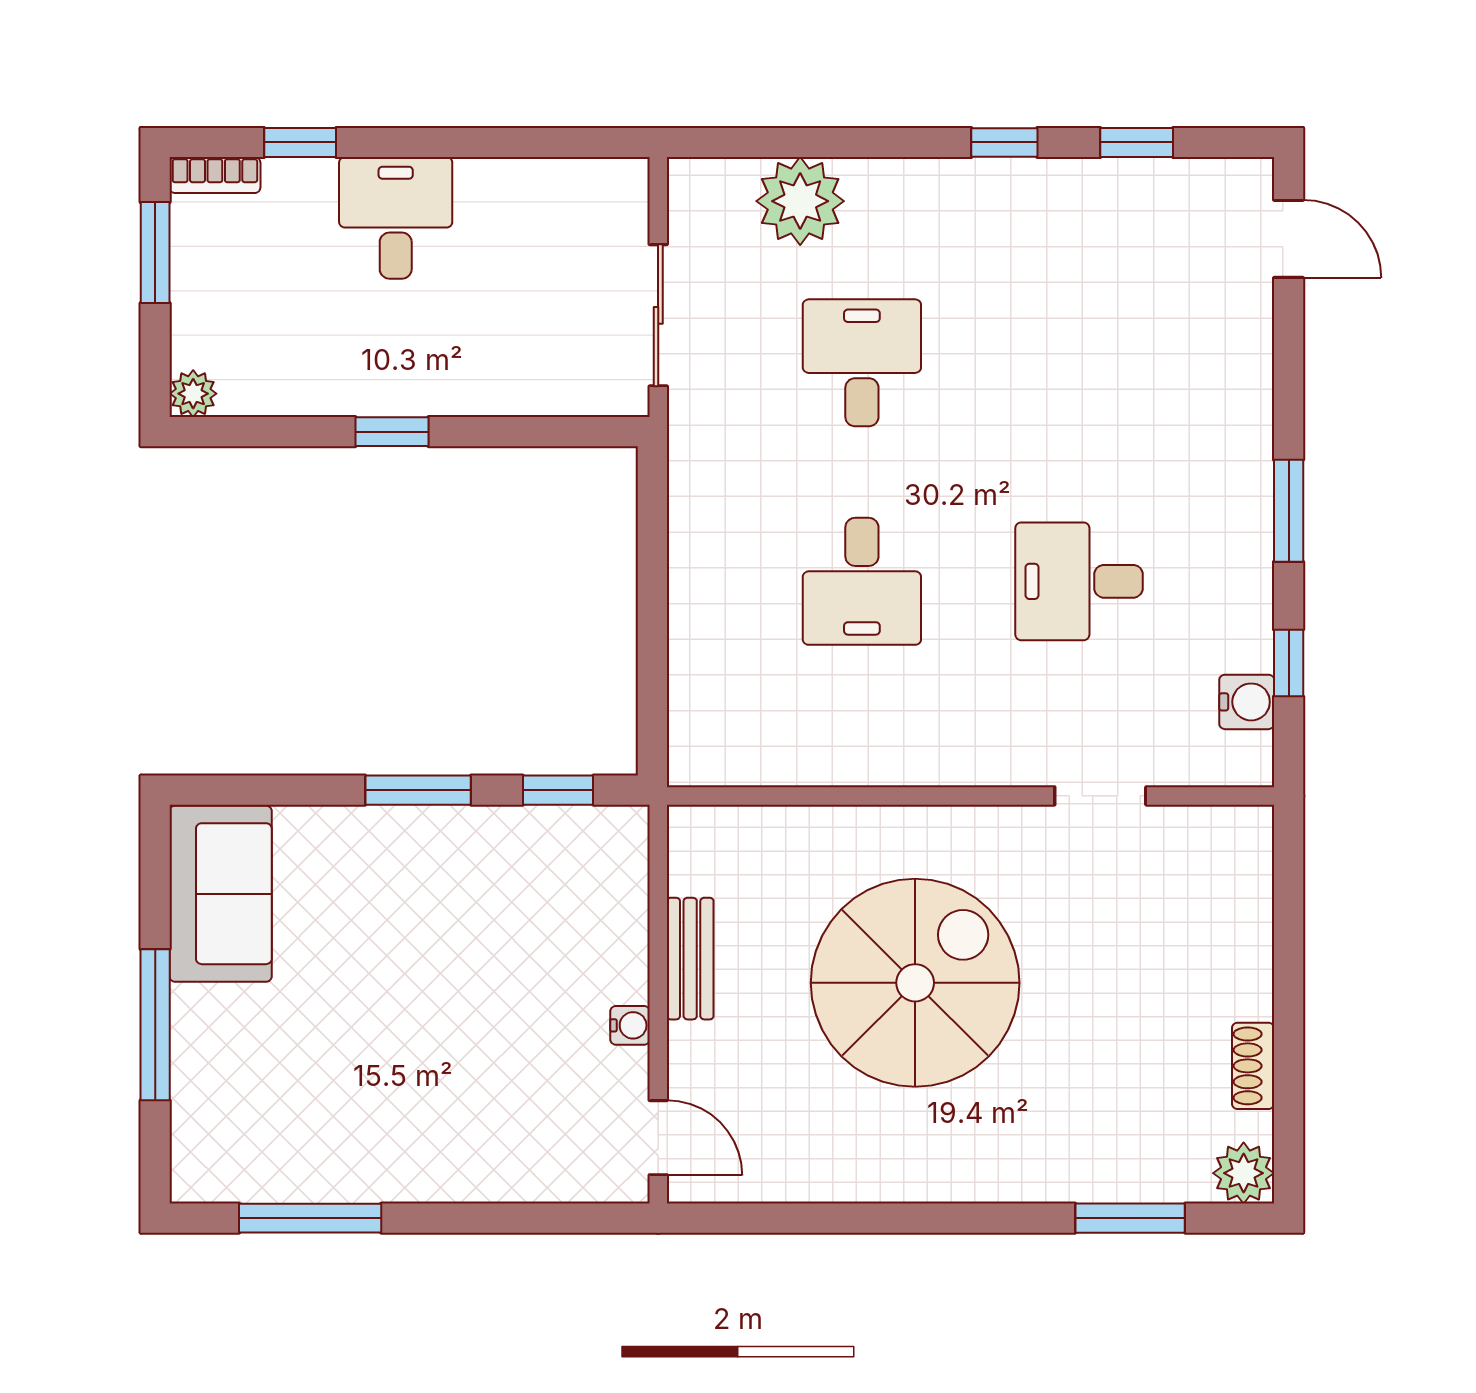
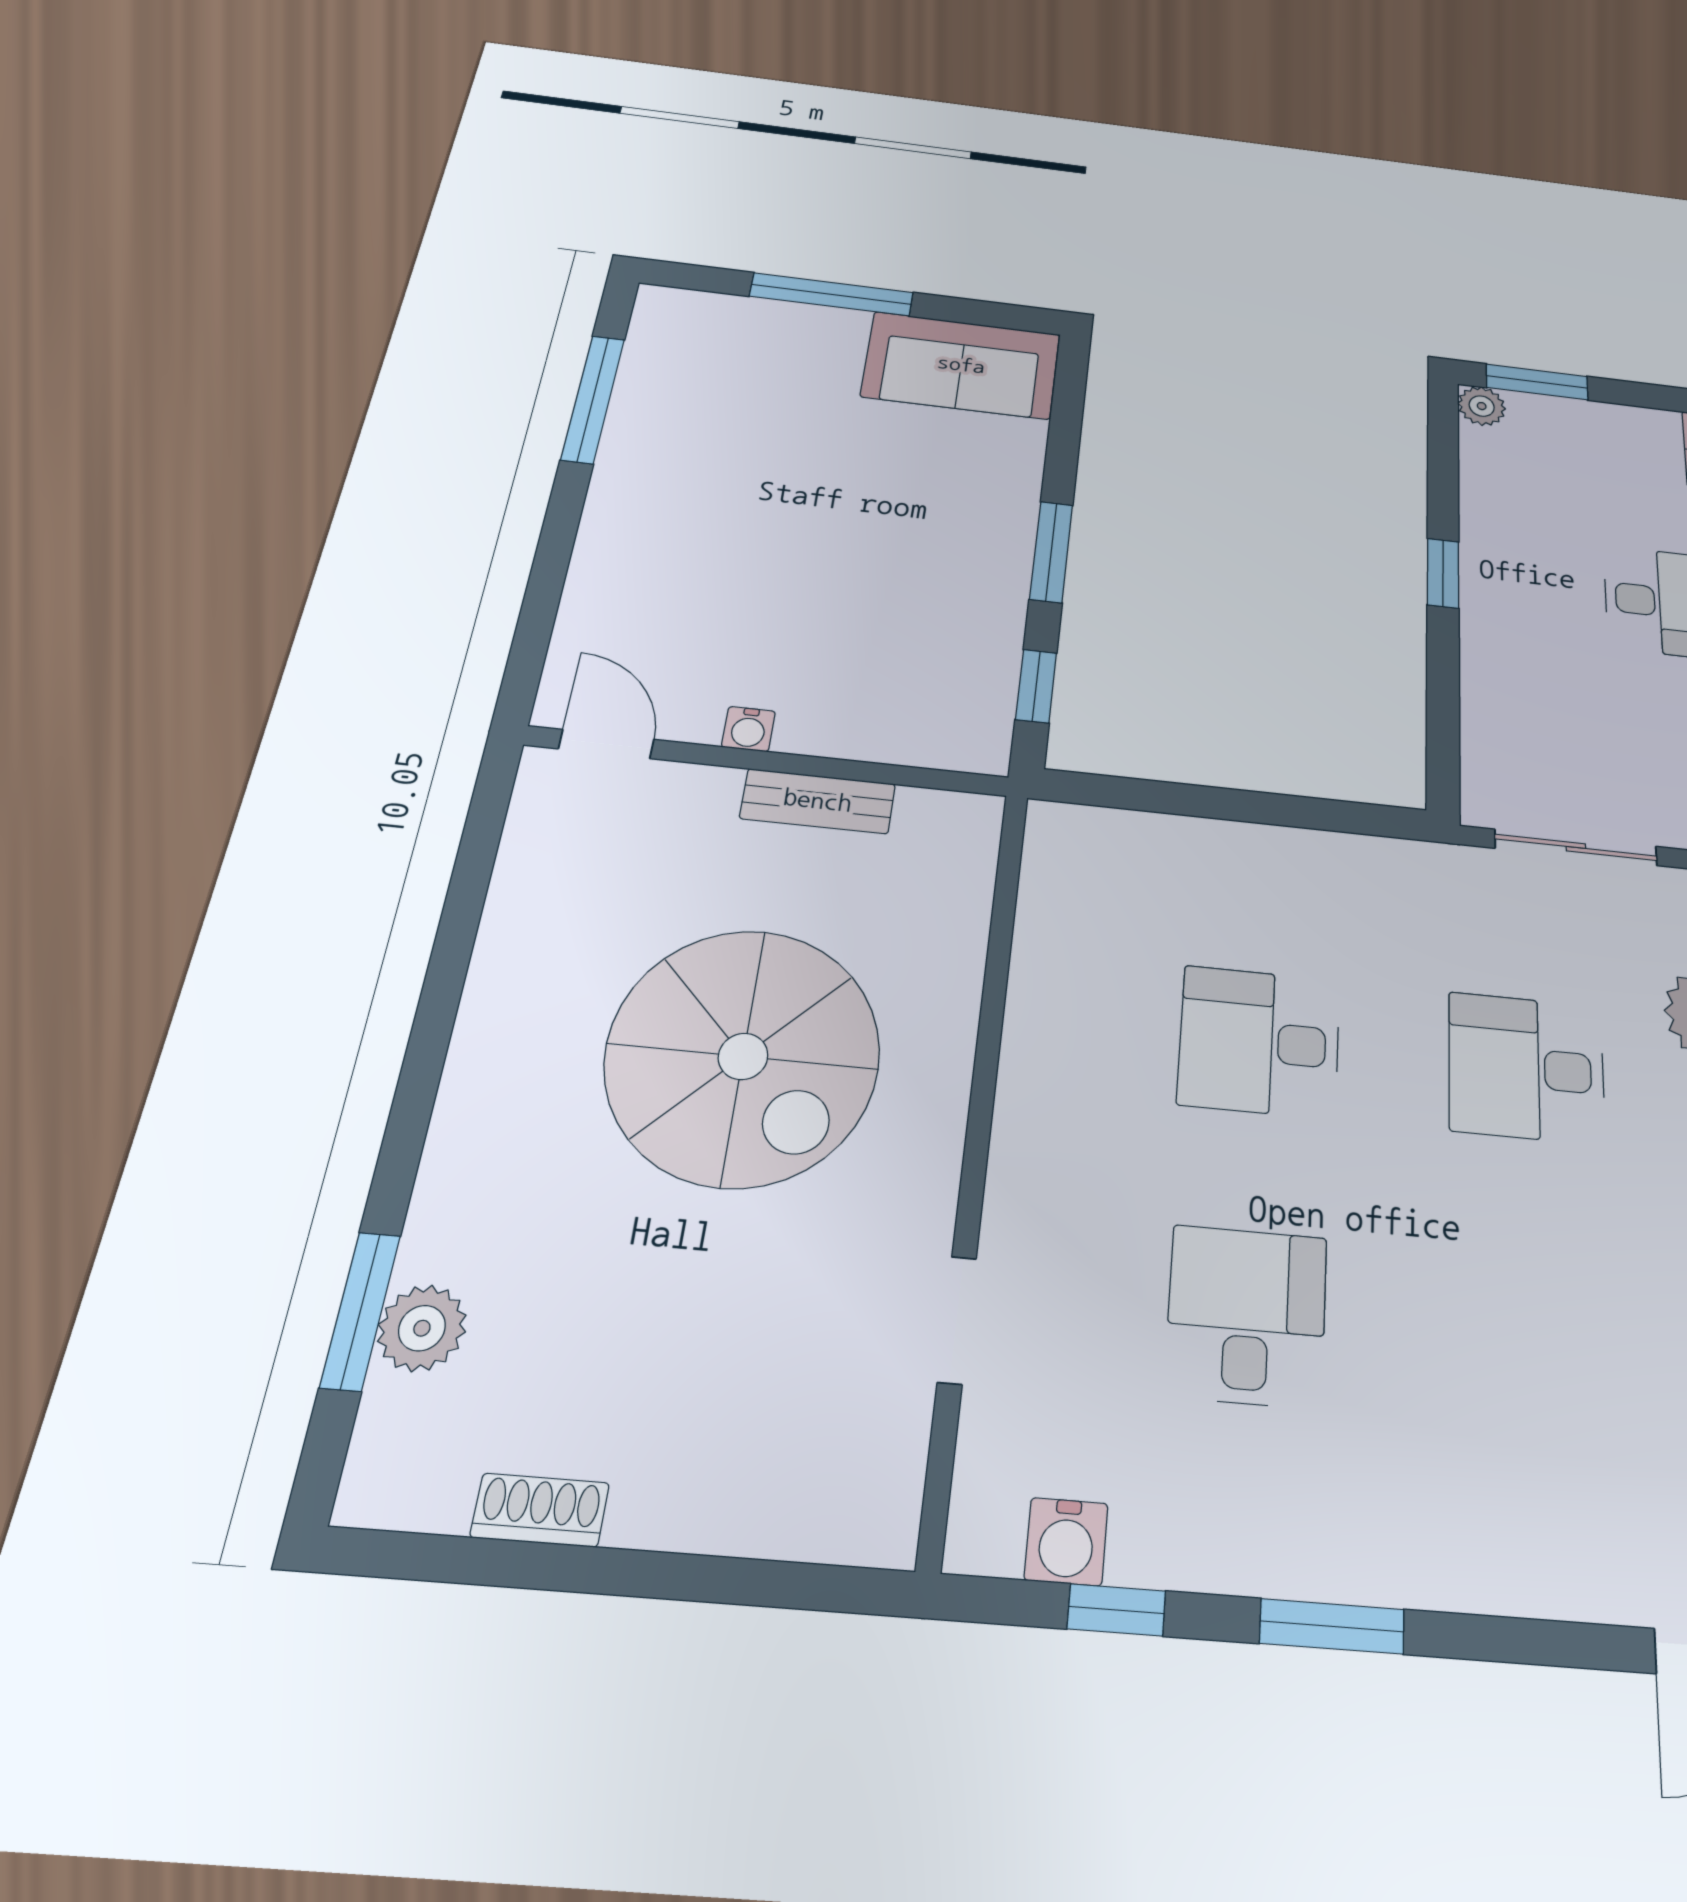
window: (155, 253) -> (1537, 382), moved
desk: (862, 363) -> (1526, 1068), turned 180
door: (658, 1138) -> (606, 744), swing flipped
plant: (1244, 1173) -> (422, 1328), moved

